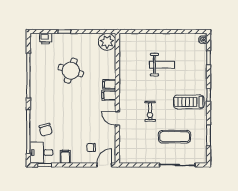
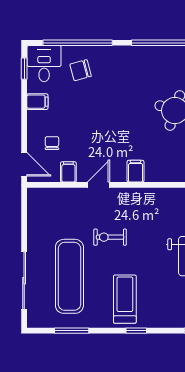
filing cabinet: (109, 84) -> (68, 172), moved
exercise mat: (175, 137) -> (69, 276), width x1.36, depth x1.45

